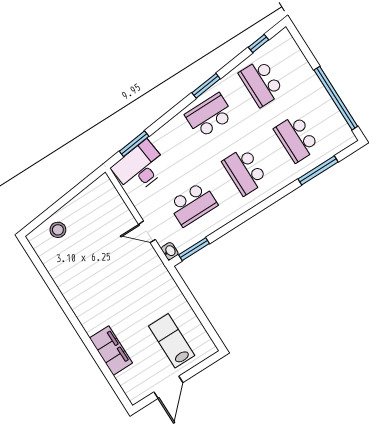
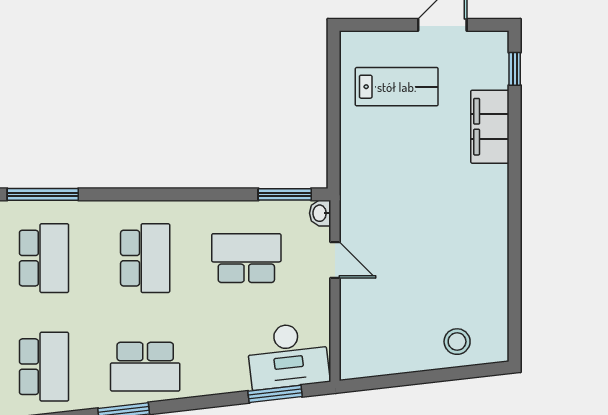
lab bench: (172, 341) -> (397, 87), turned -90
window: (117, 388) -> (515, 69), added

